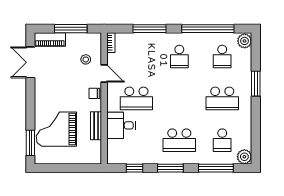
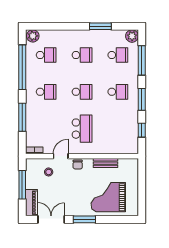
double door: (30, 62) -> (51, 219), swing flipped
window: (256, 84) -> (100, 26), moved
school desk: (179, 98) -> (82, 92), added
school desk: (222, 98) -> (82, 55), width x0.54
desk: (121, 125) -> (105, 142), removed
grand piano: (56, 129) -> (108, 197), turned 90
school desk: (179, 140) -> (118, 92), width x0.54
window: (30, 143) -> (84, 219), moved

